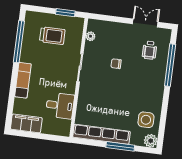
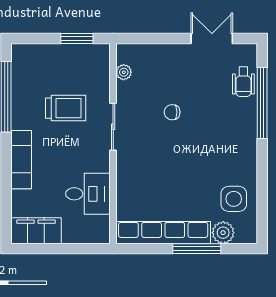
trolley: (52, 36) -> (66, 108), moved
wheelchair: (150, 50) -> (243, 82), moved
plant: (151, 141) -> (223, 233), moved

